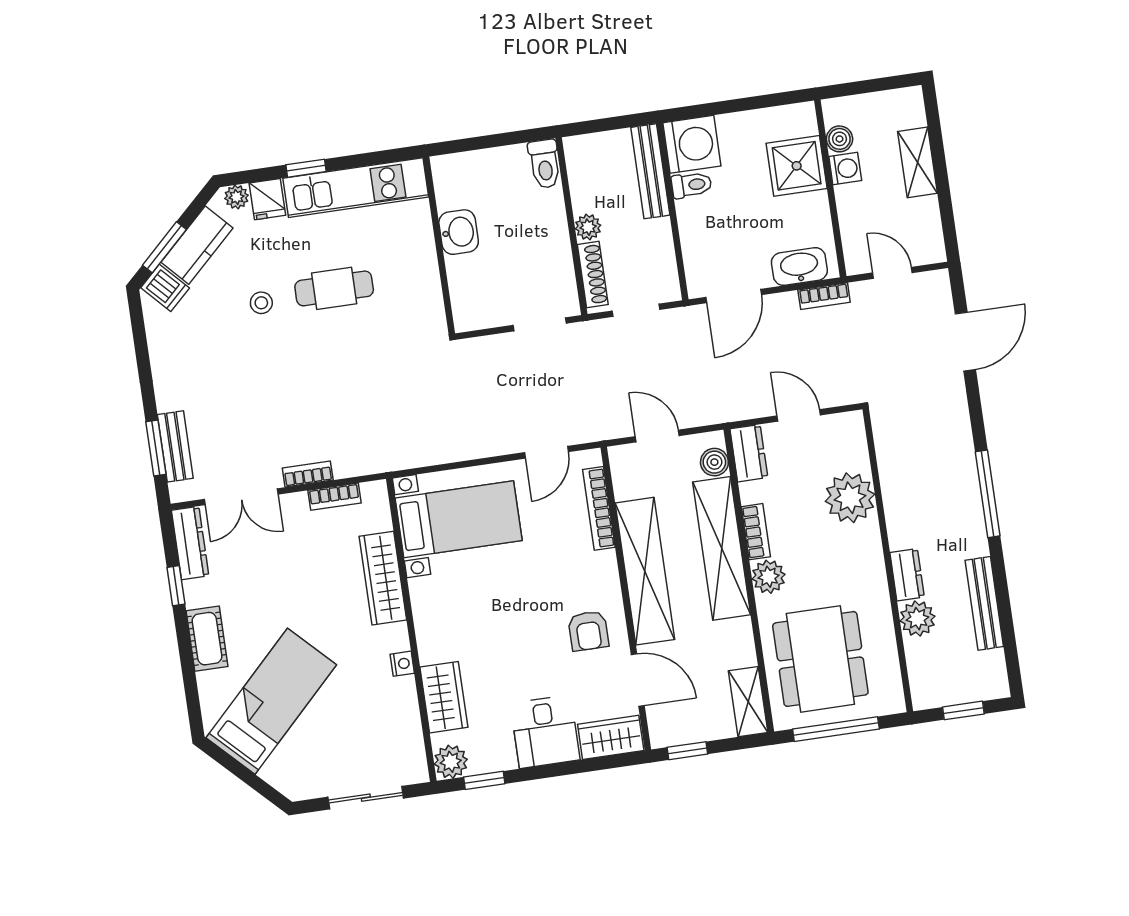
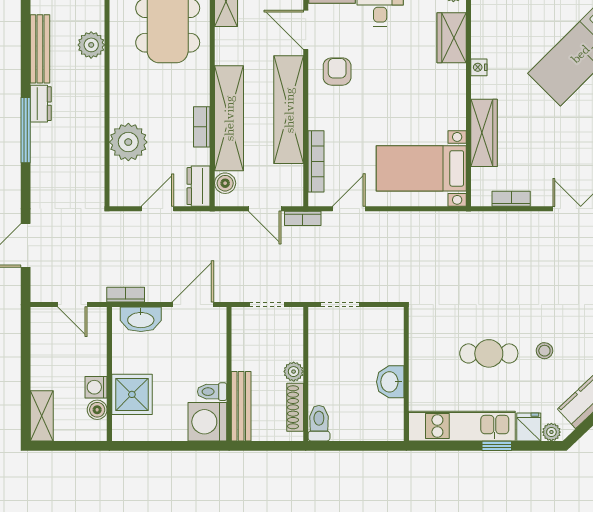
shelving: (918, 162) -> (42, 416), moved
shoe rack: (593, 274) -> (295, 407), moved
door: (799, 415) -> (157, 209), swing flipped
bookcase: (308, 474) -> (303, 218), moved
dresser: (907, 575) -> (41, 104), moved, turned 180
plant: (769, 577) -> (197, 92), removed

